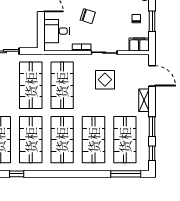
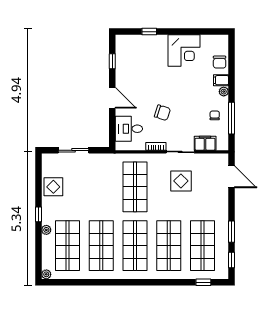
window: (152, 21) -> (232, 118), width x1.44
filing cabinet: (139, 45) -> (205, 143), moved
shop shelf: (31, 85) -> (101, 187), removed
shelving: (144, 100) -> (223, 203), removed
window: (17, 174) -> (86, 282), removed
window: (126, 174) -> (203, 282), width x0.46

